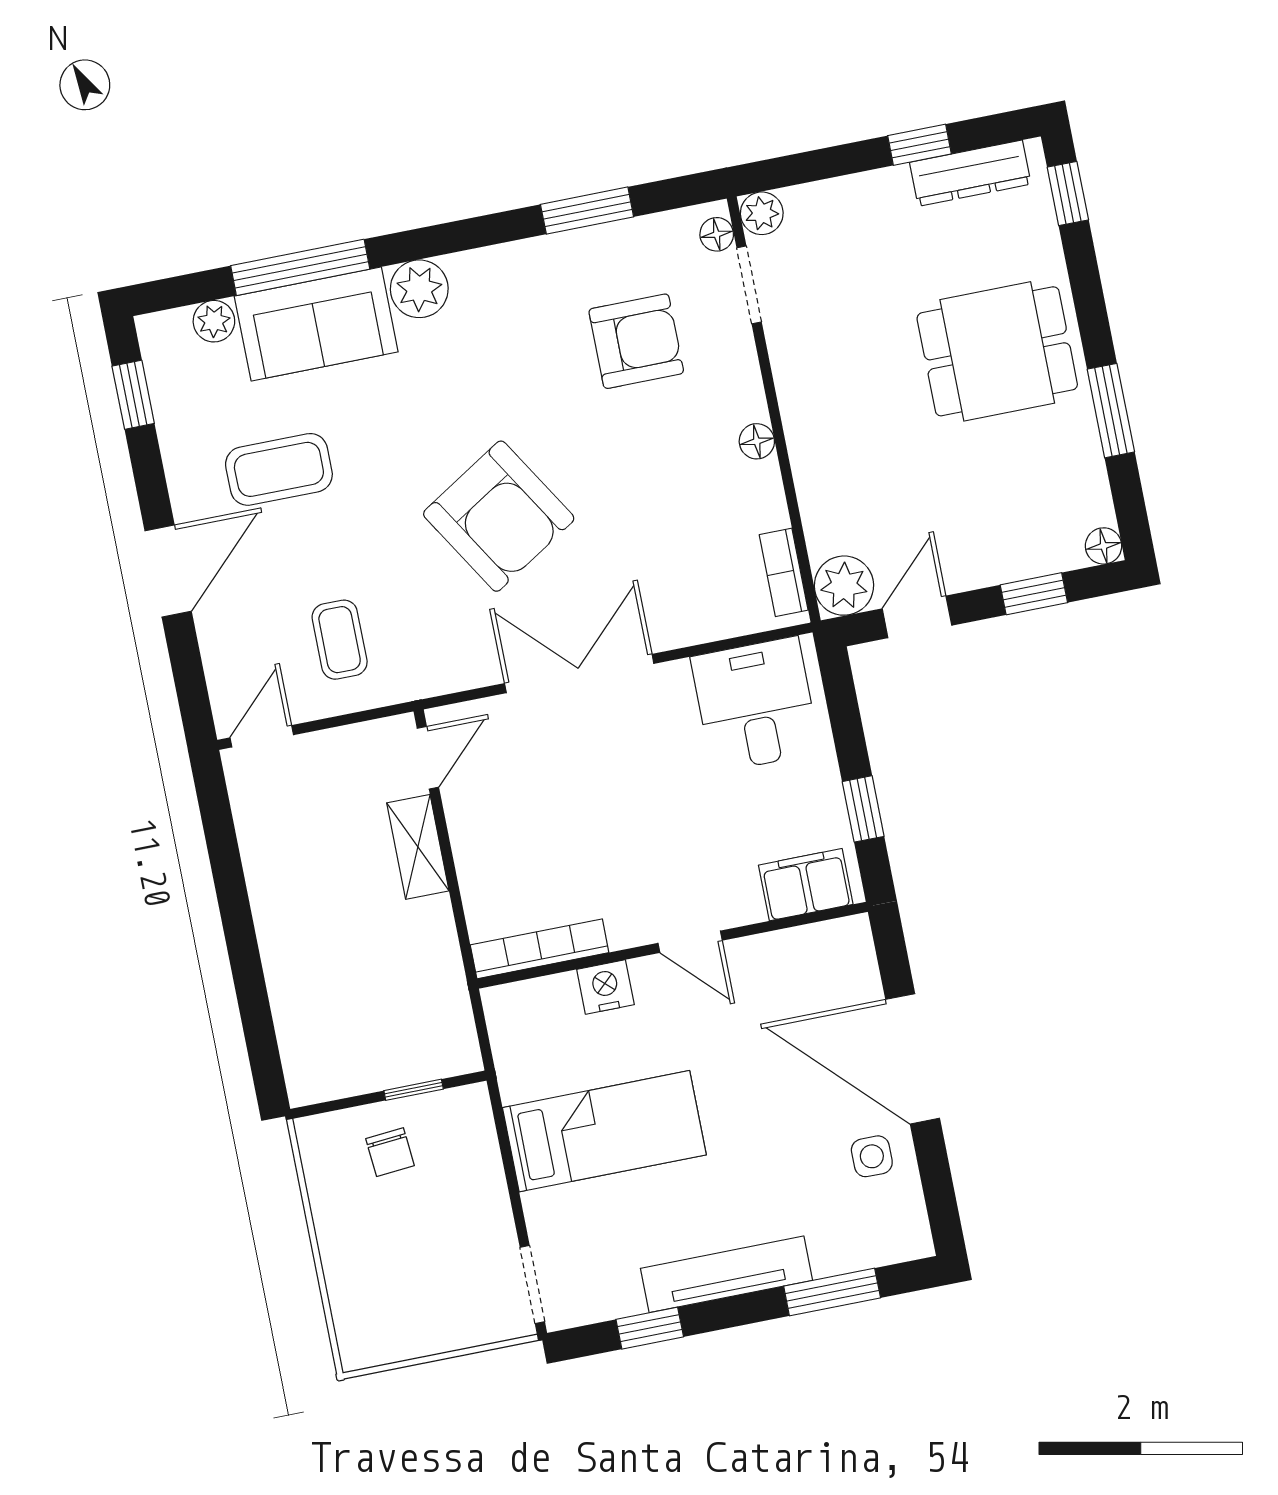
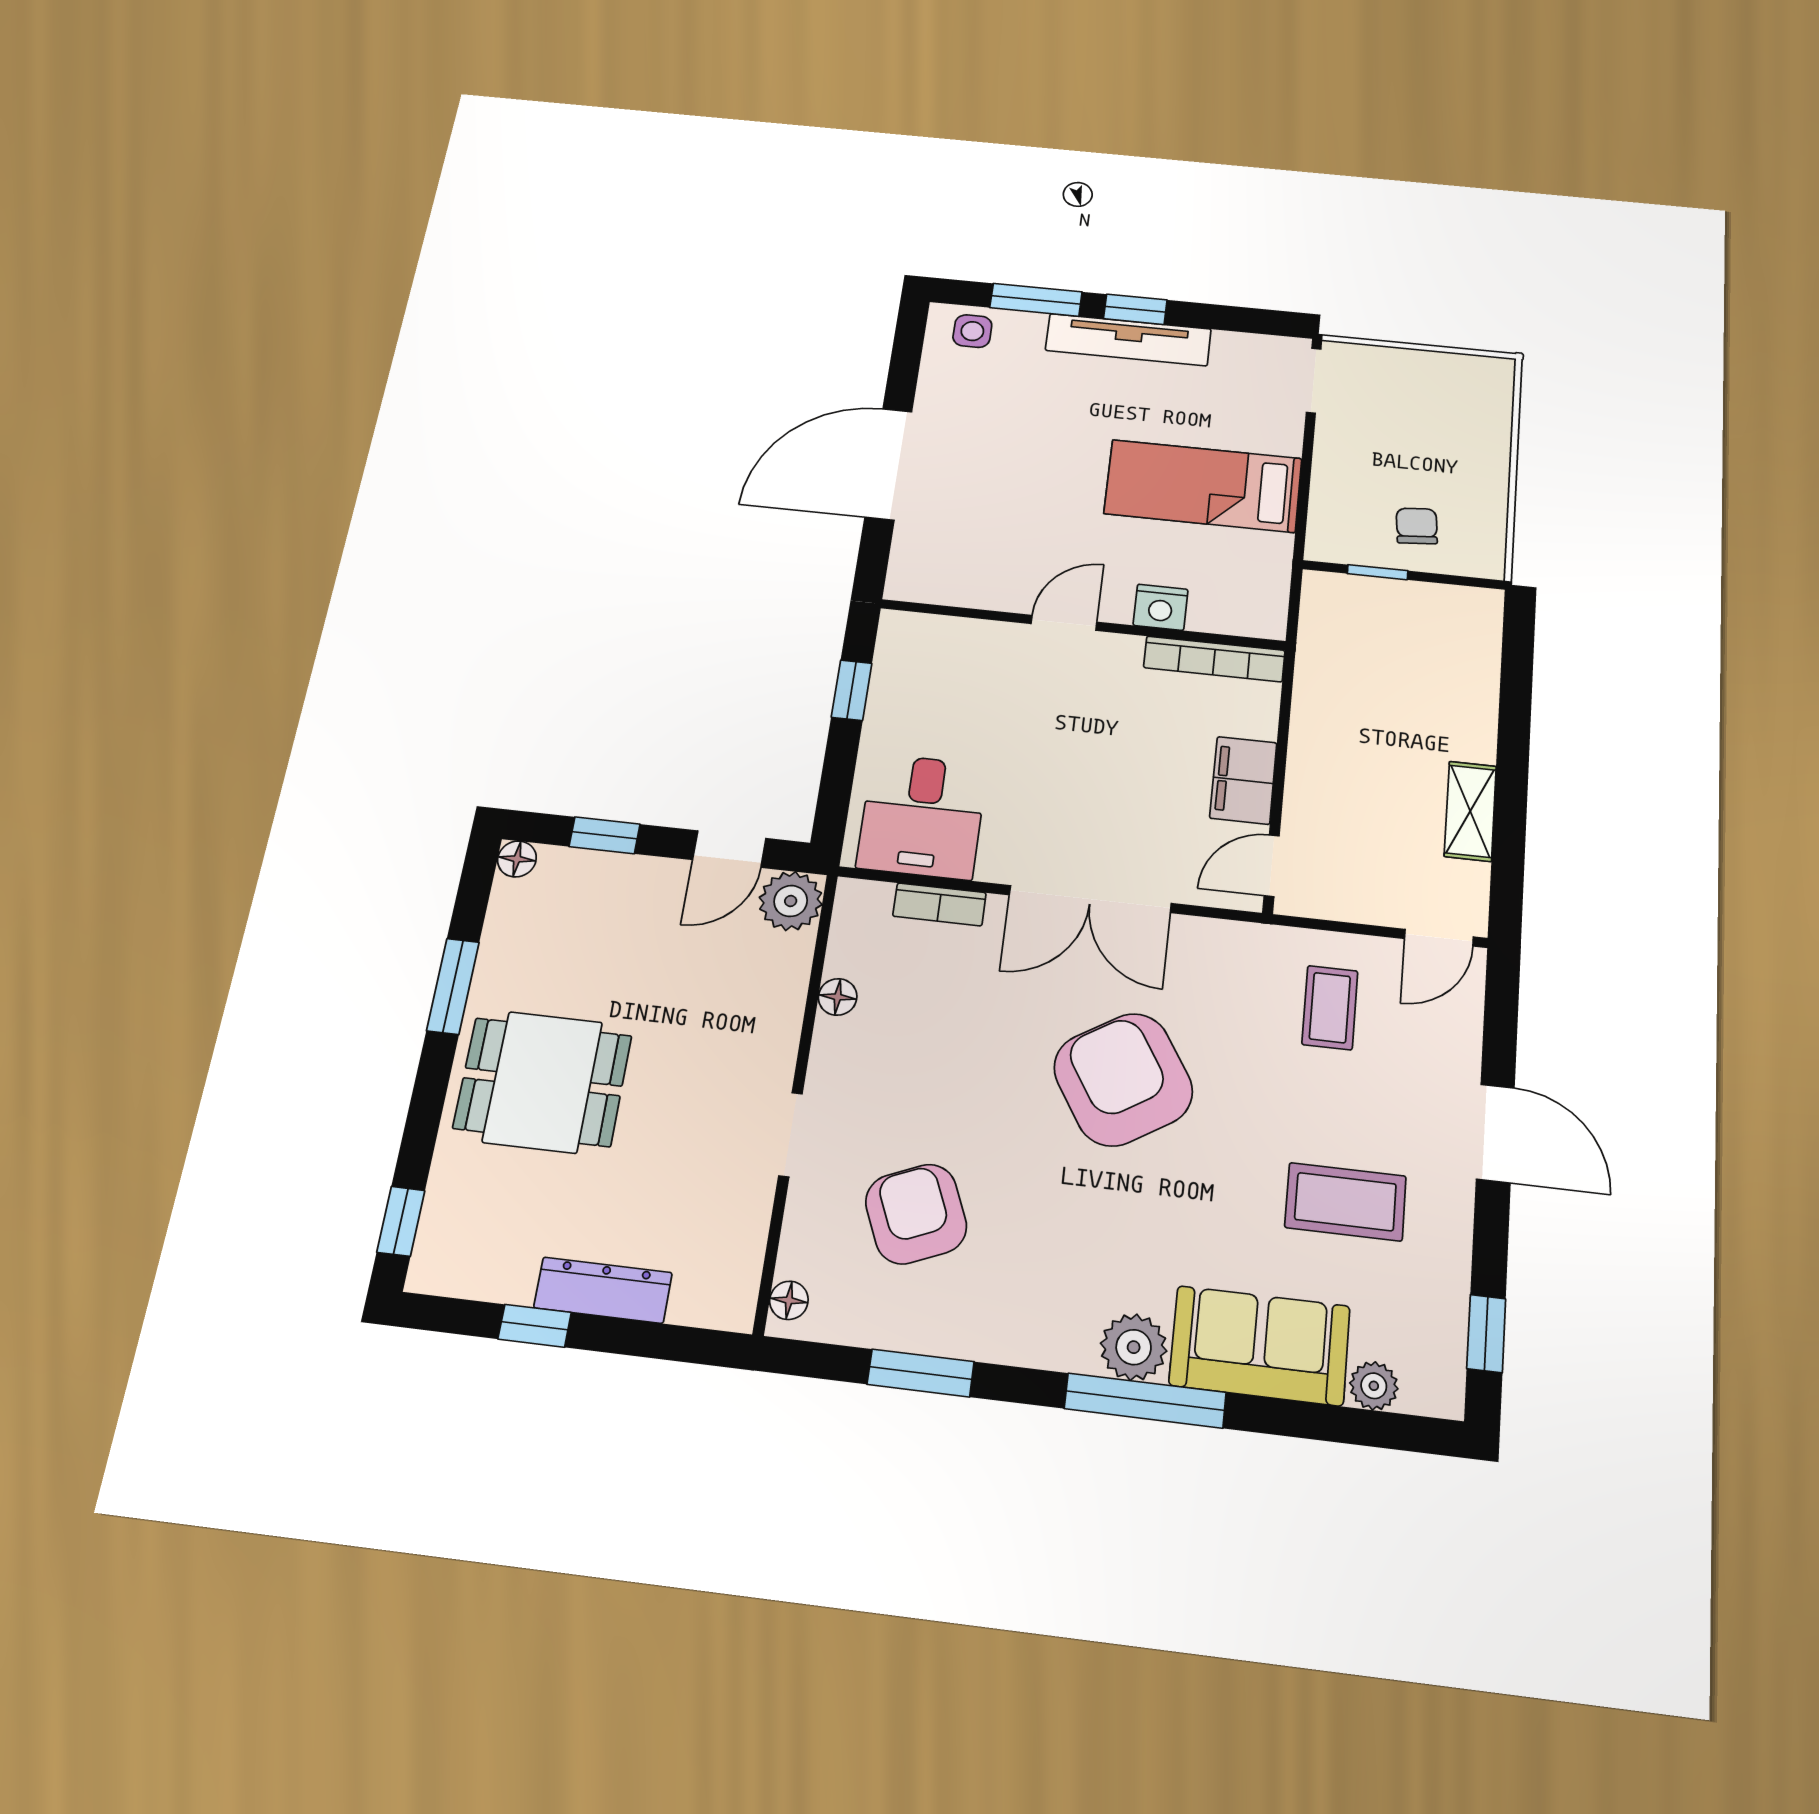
dresser: (970, 173) -> (603, 1290), moved
plant: (762, 213) -> (732, 1307), removed
window: (300, 267) -> (1145, 1401), moved
doorway: (749, 285) -> (790, 1135), moved
armchair: (636, 341) -> (916, 1214), turned 67
floor lamp: (757, 441) -> (838, 997), moved
door: (168, 571) -> (1495, 1133), swing flipped
bookcase: (784, 572) -> (939, 904), moved, turned 90
shelving: (418, 847) -> (1470, 811), moved
filing cabinet: (806, 885) -> (1243, 780), moved, turned 90
door: (690, 942) -> (1064, 623), hinge flipped
door: (913, 1059) -> (888, 464), swing flipped
side table: (872, 1156) -> (972, 331), moved
window: (650, 1328) -> (1135, 309), moved

